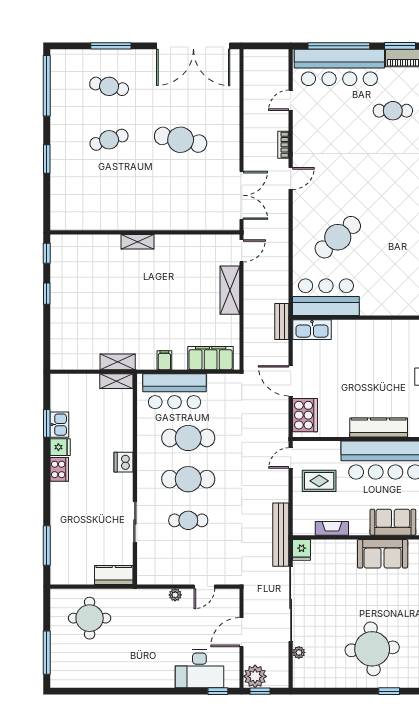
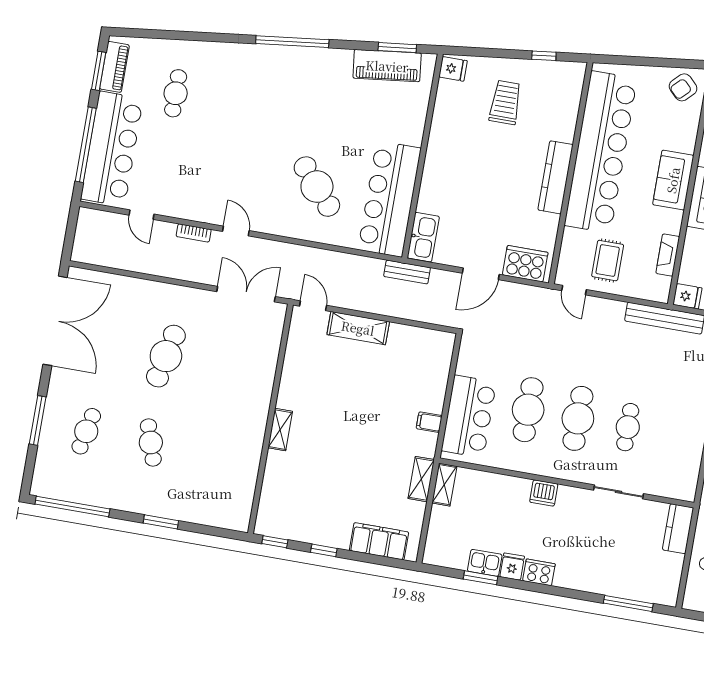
bar counter: (326, 297) -> (390, 199), width x1.36
filing cabinet: (211, 358) -> (379, 541), moved, turned 90

